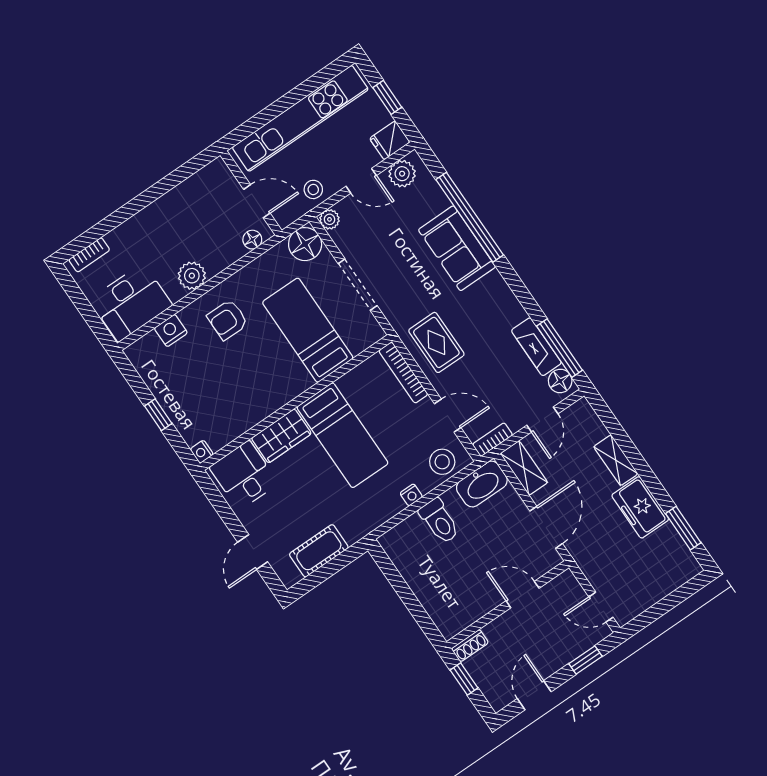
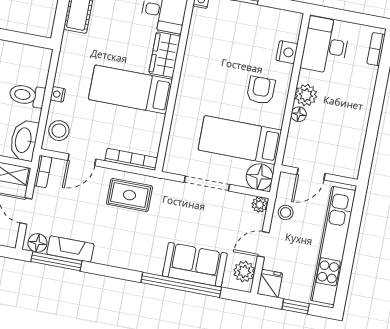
floor lamp: (252, 240) -> (299, 114), moved
sofa: (457, 248) -> (195, 265), moved
bed: (308, 330) -> (240, 140), moved, turned 180

